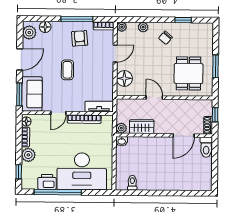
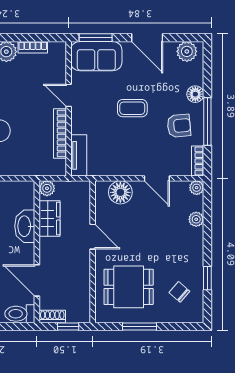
floor lamp: (45, 27) -> (195, 94), moved
chair: (165, 38) -> (179, 292), moved
door: (154, 97) -> (93, 237), hinge flipped
floor lamp: (26, 121) -> (56, 48), removed
washbasin: (122, 141) -> (25, 226), moved, width x1.91, depth x1.45

